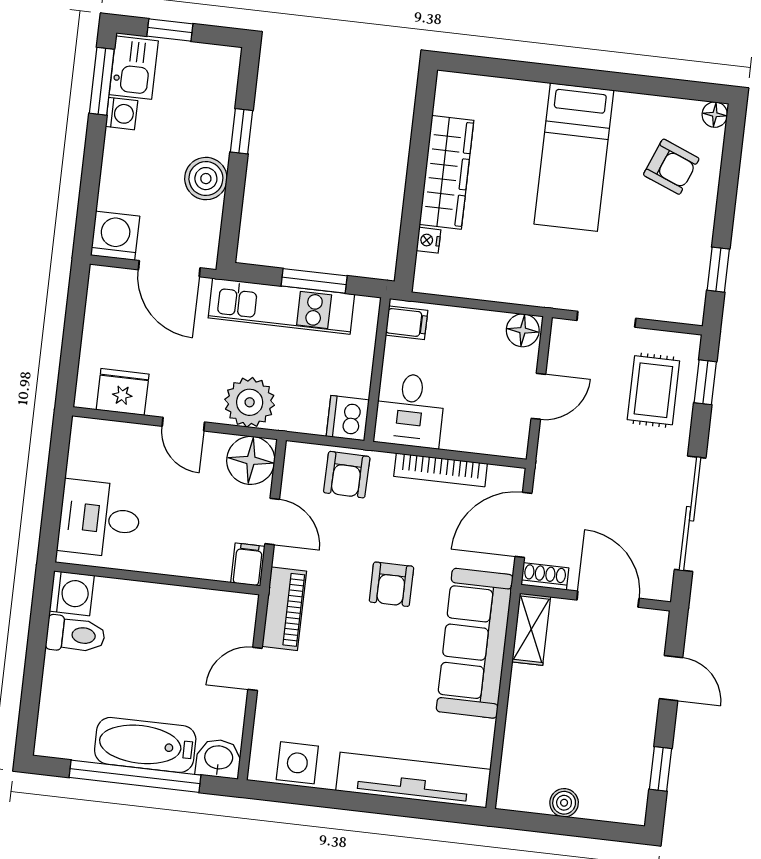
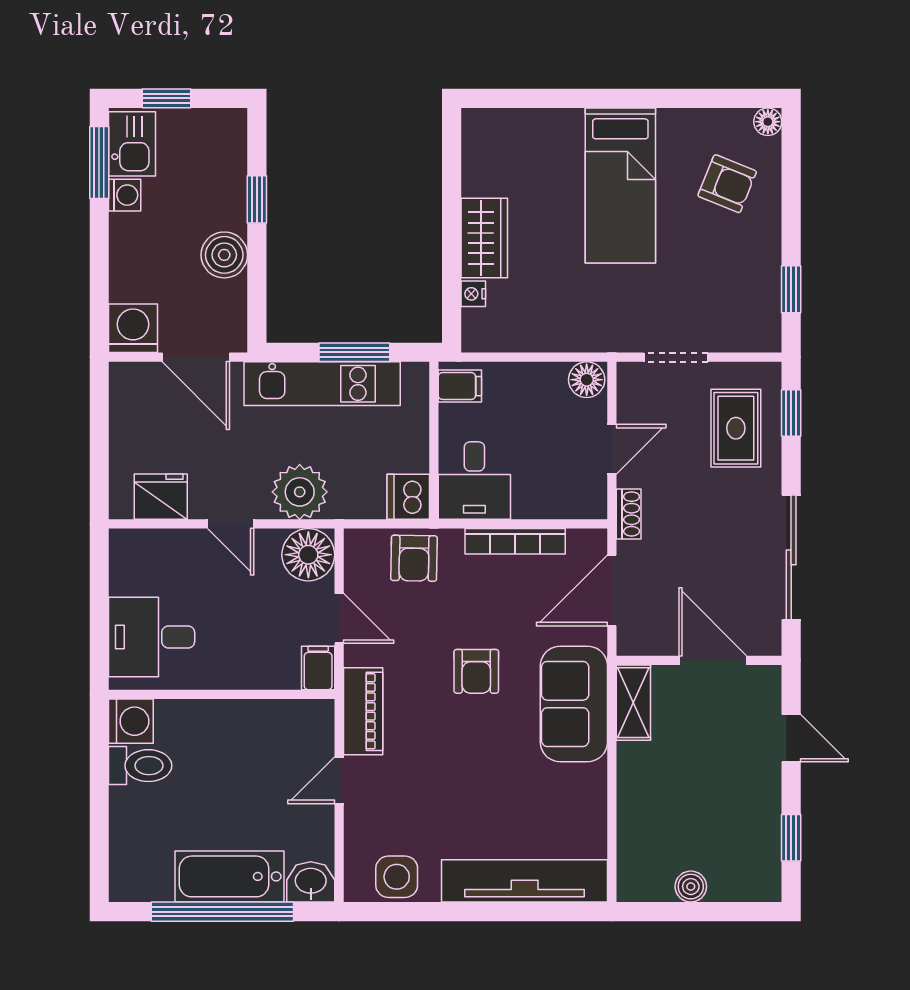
wardrobe: (446, 172) -> (484, 238), width x0.67
shoe rack: (545, 576) -> (629, 514), moved, turned 90
sofa: (475, 643) -> (574, 704), width x0.73

